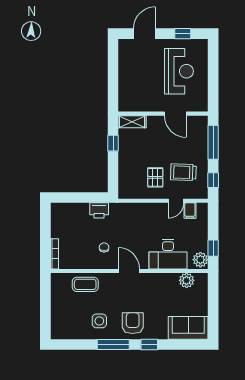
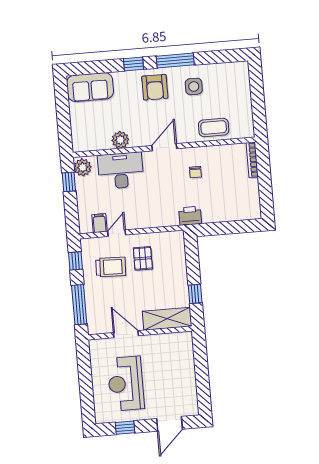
shelving: (132, 122) -> (167, 319), width x1.50, depth x1.33
printer: (99, 210) -> (190, 216), moved
door: (129, 271) -> (164, 147), swing flipped
plant: (187, 280) -> (120, 140), moved

